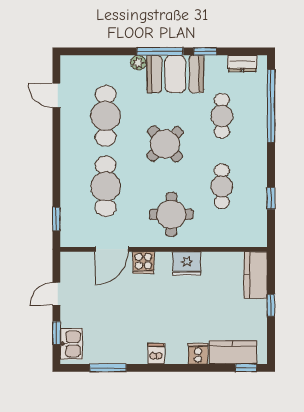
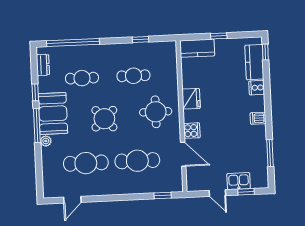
kitchen sink: (71, 344) -> (239, 181), moved

